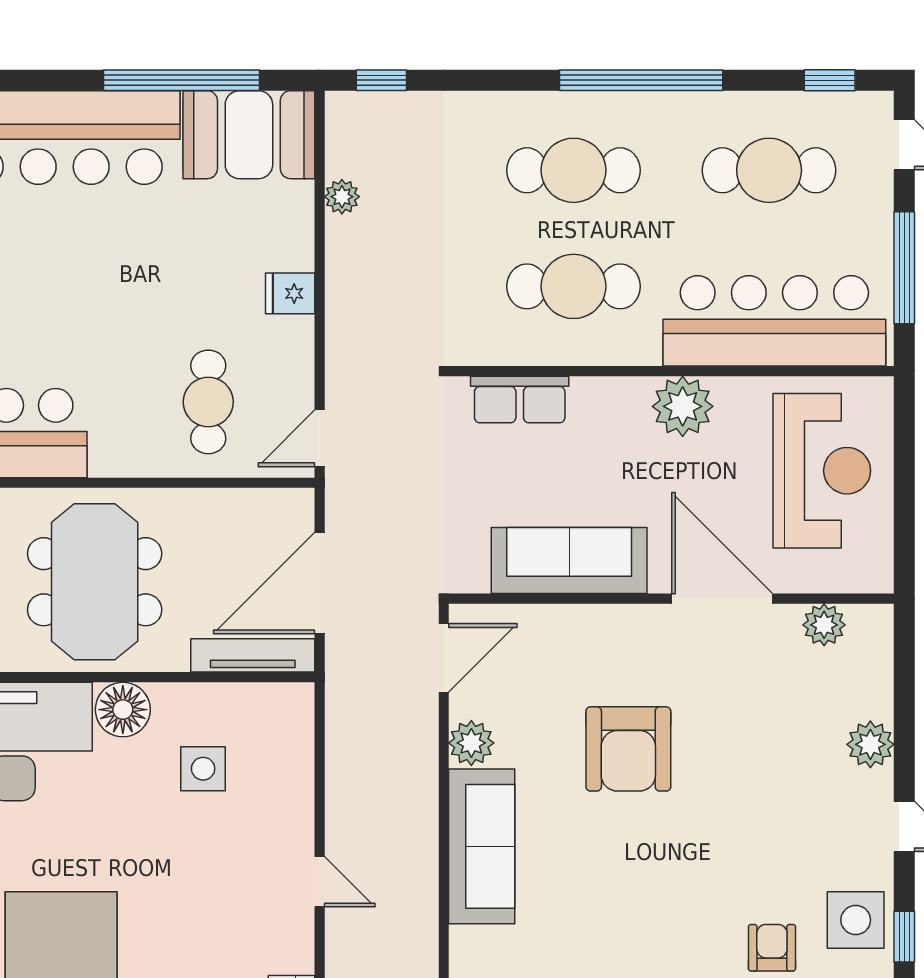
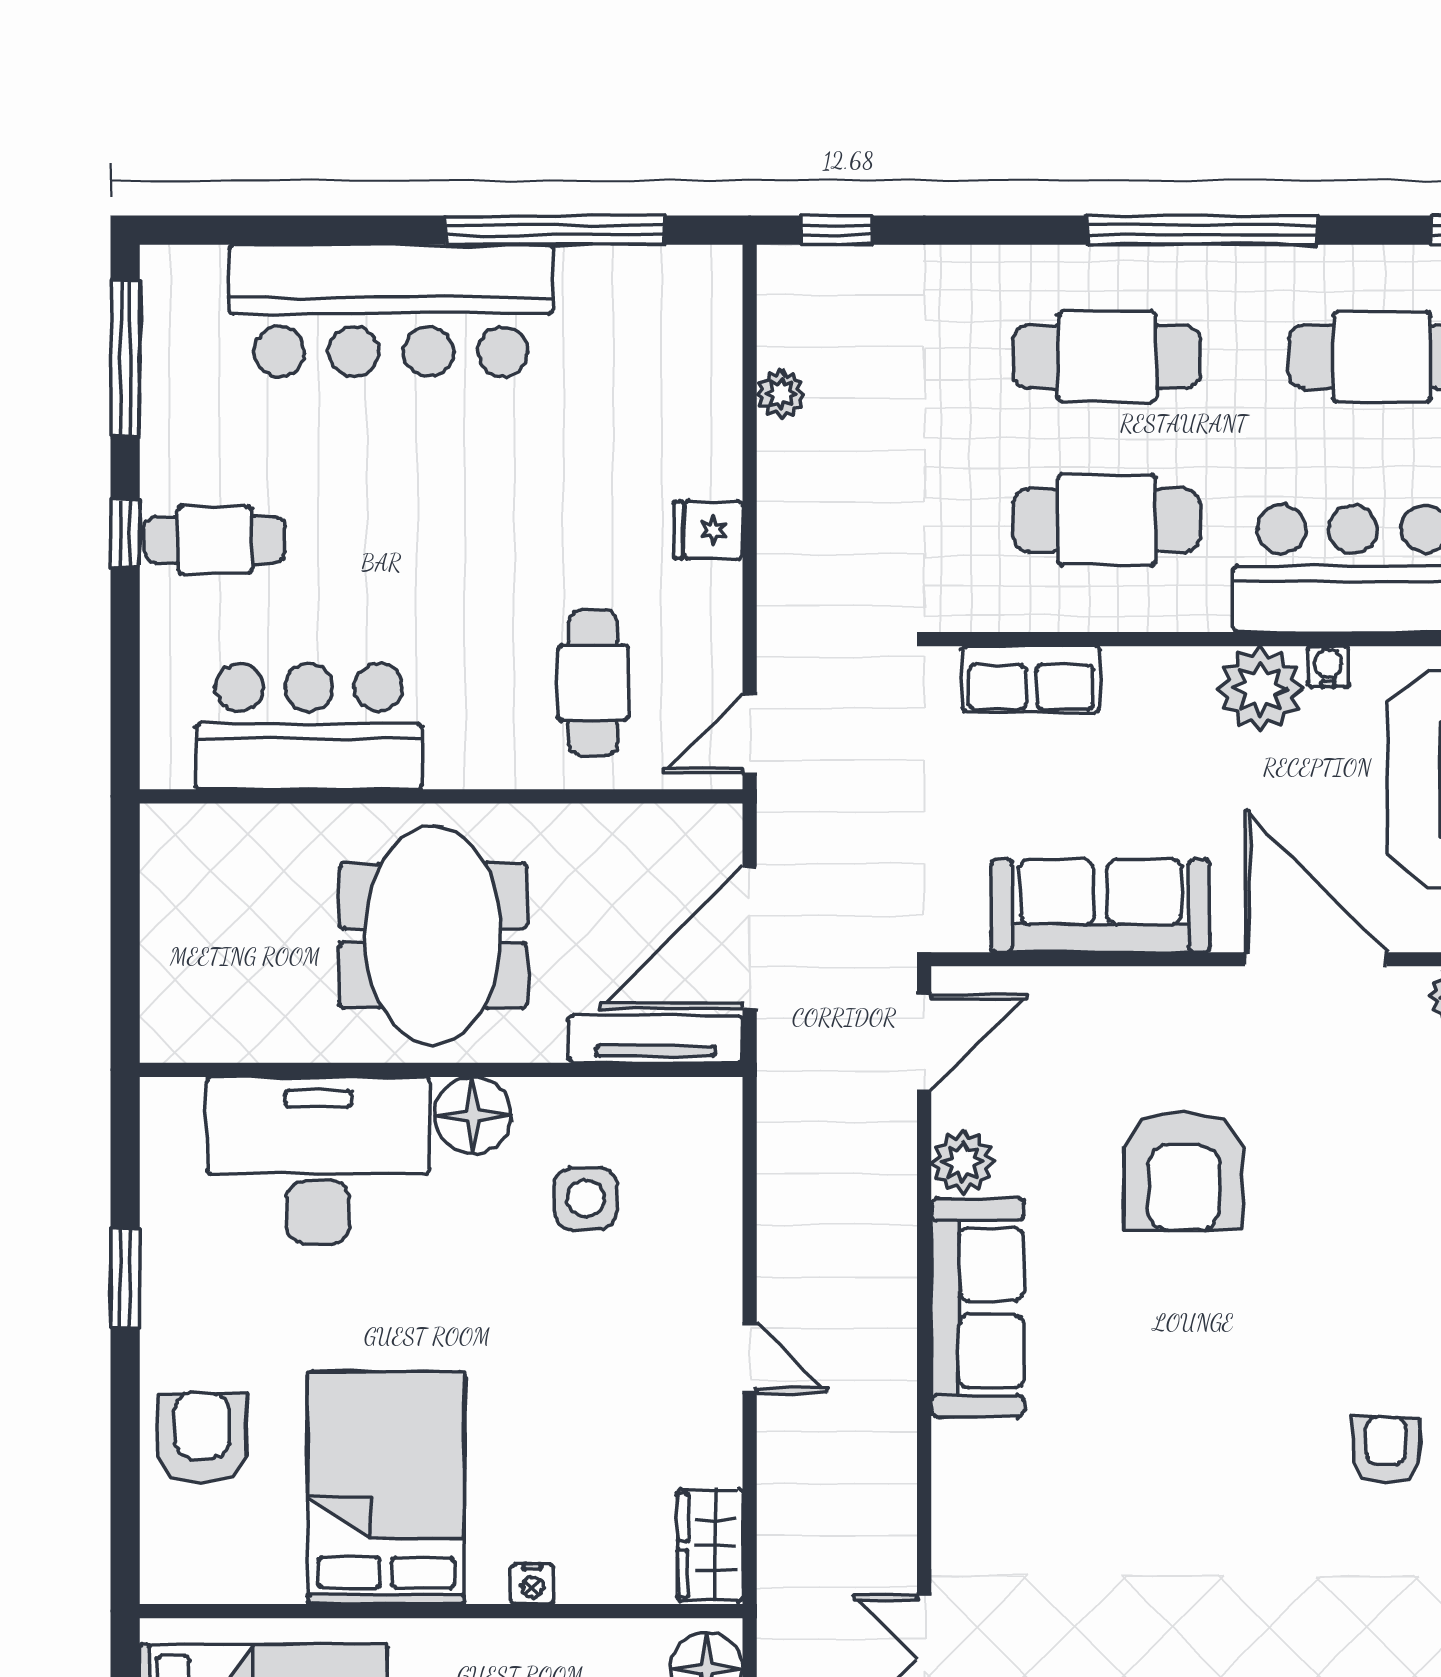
booth: (249, 135) -> (650, 307), removed
water cooler: (731, 391) -> (1328, 667), added

